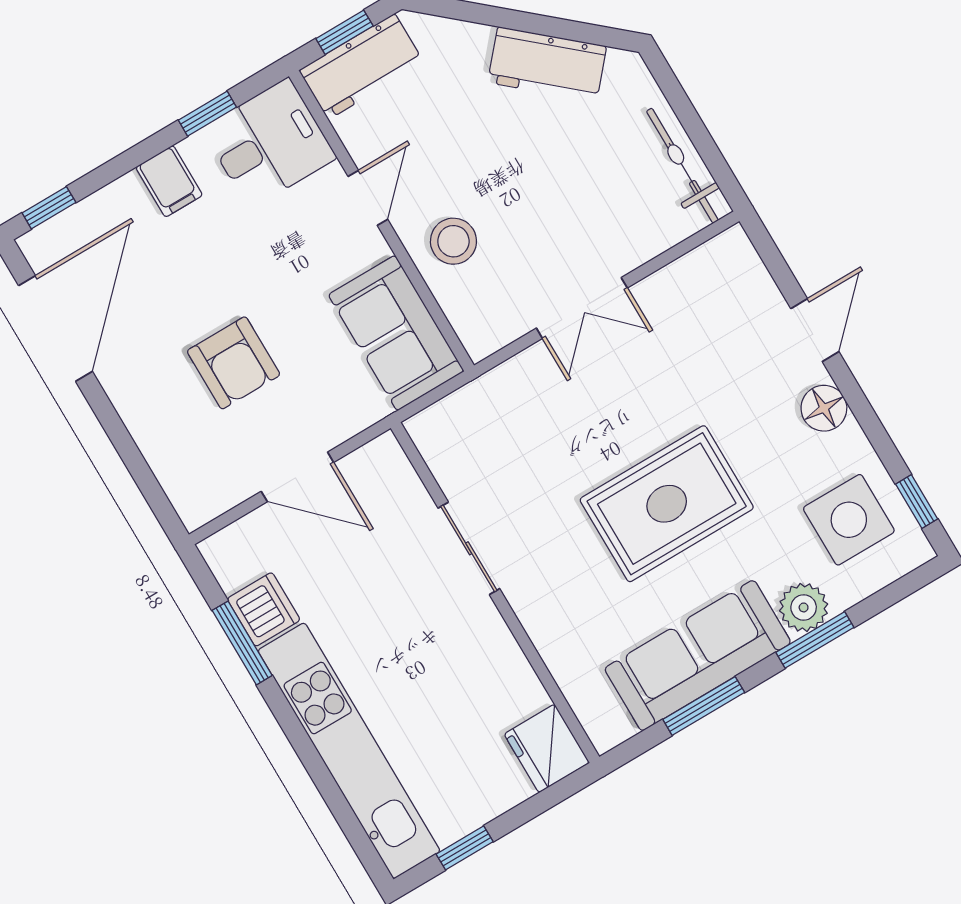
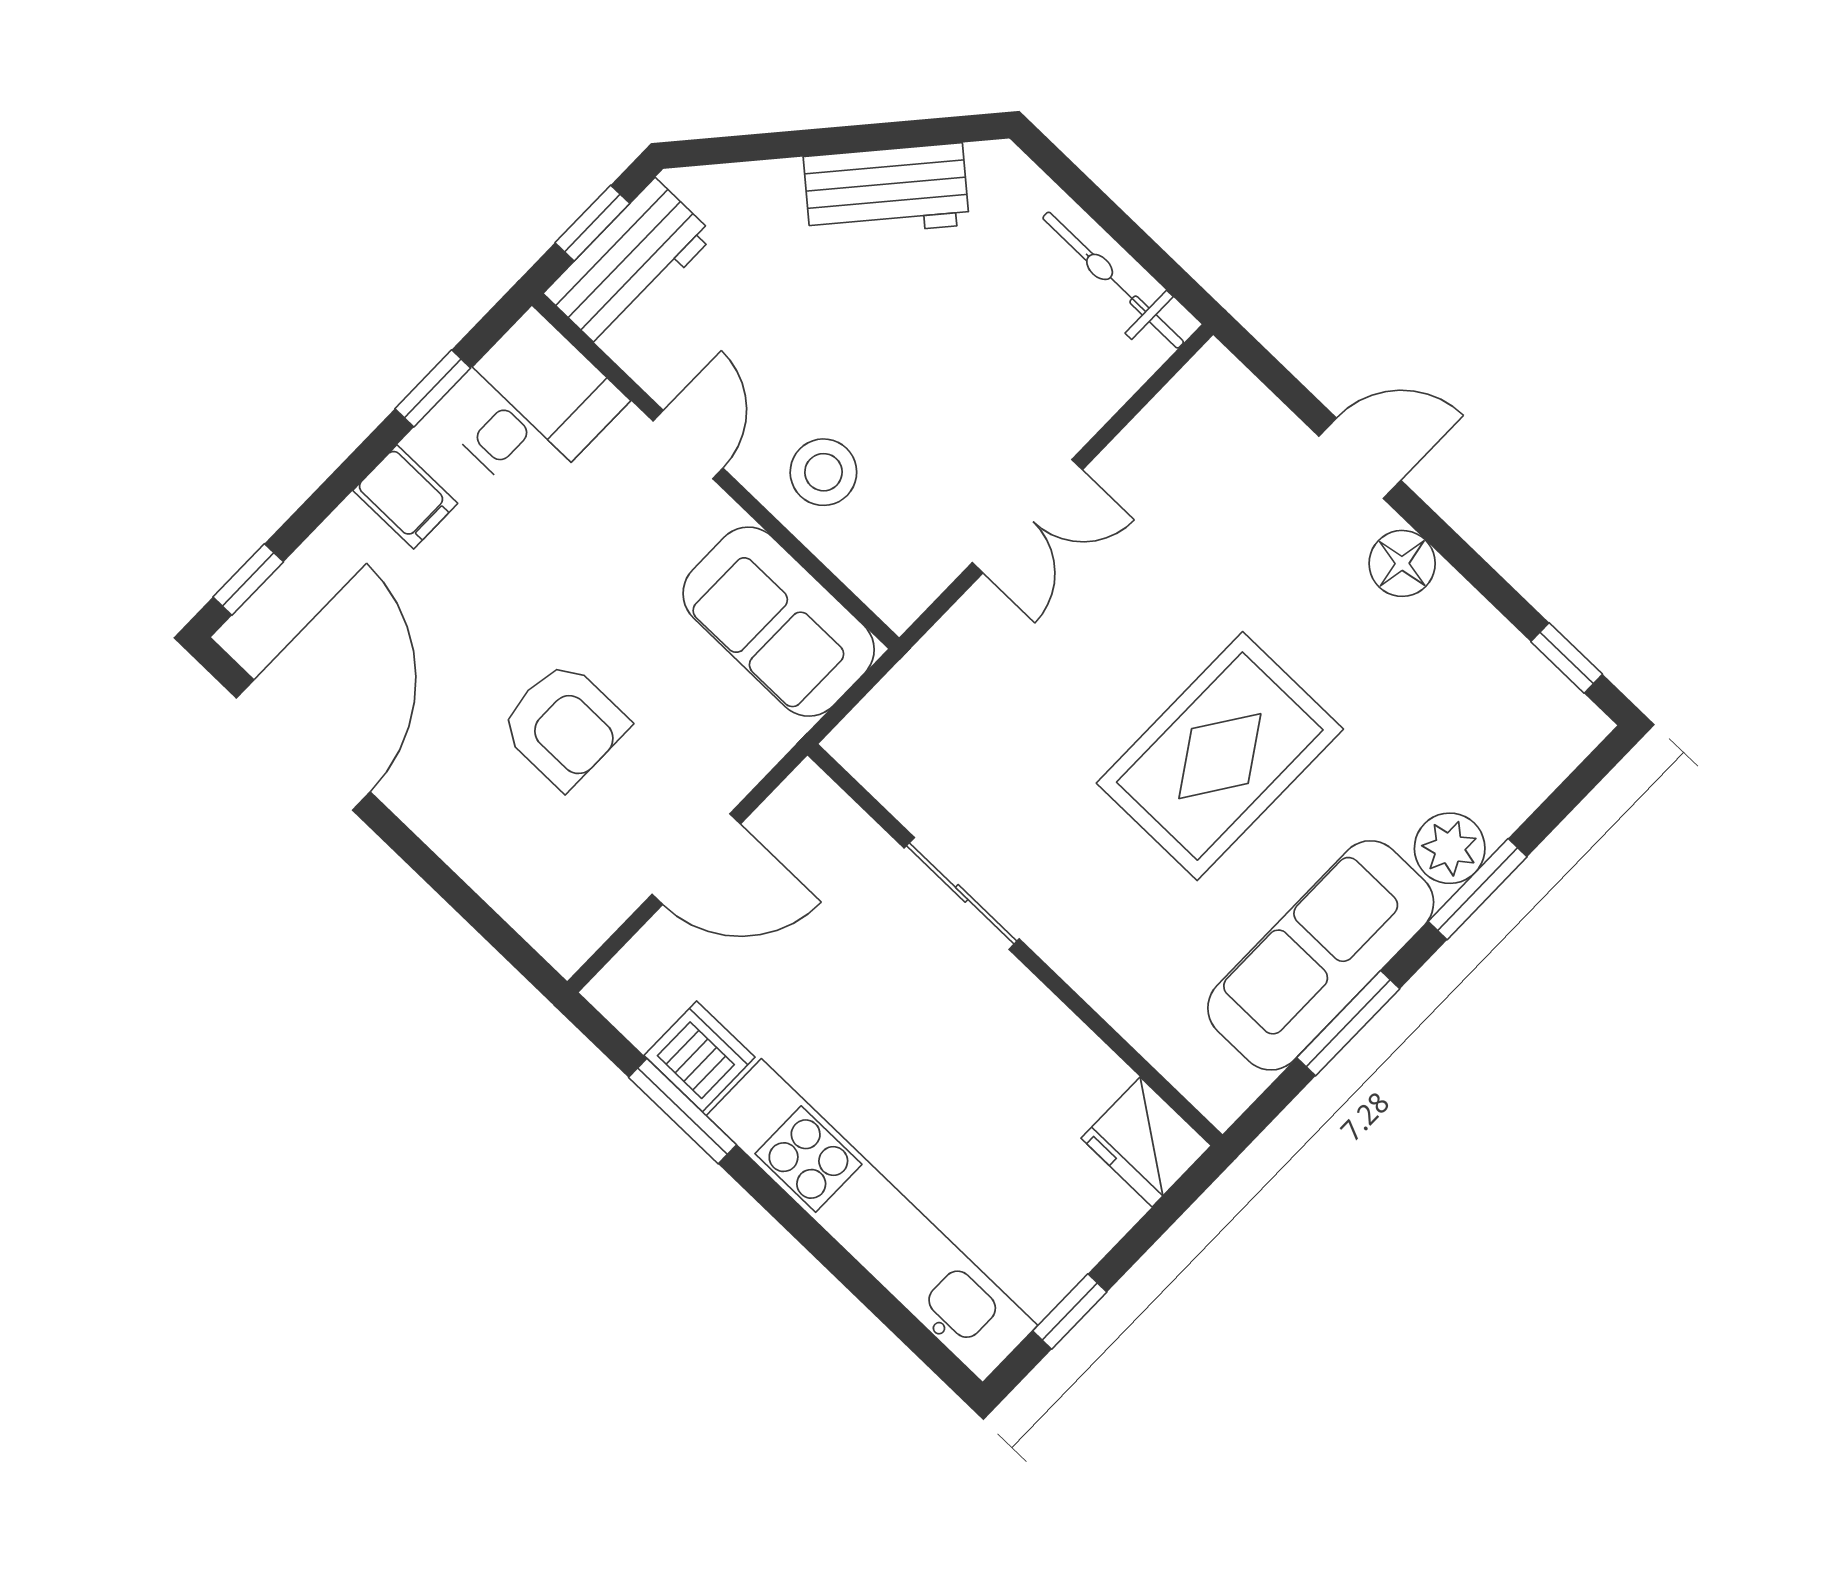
door: (815, 330) -> (1360, 458), hinge flipped
side table: (849, 520) -> (1479, 709), removed

